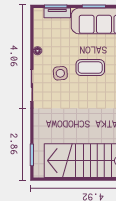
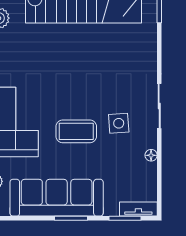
tv unit: (57, 13) -> (138, 209), moved

